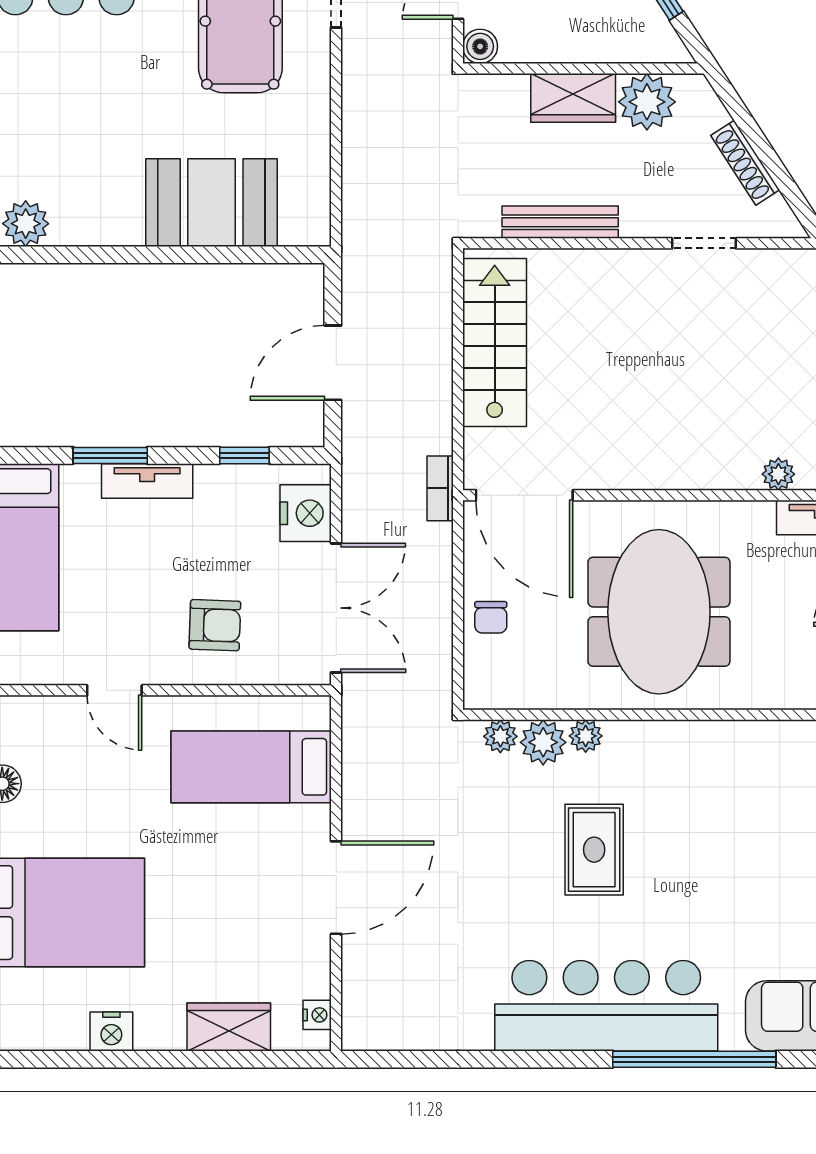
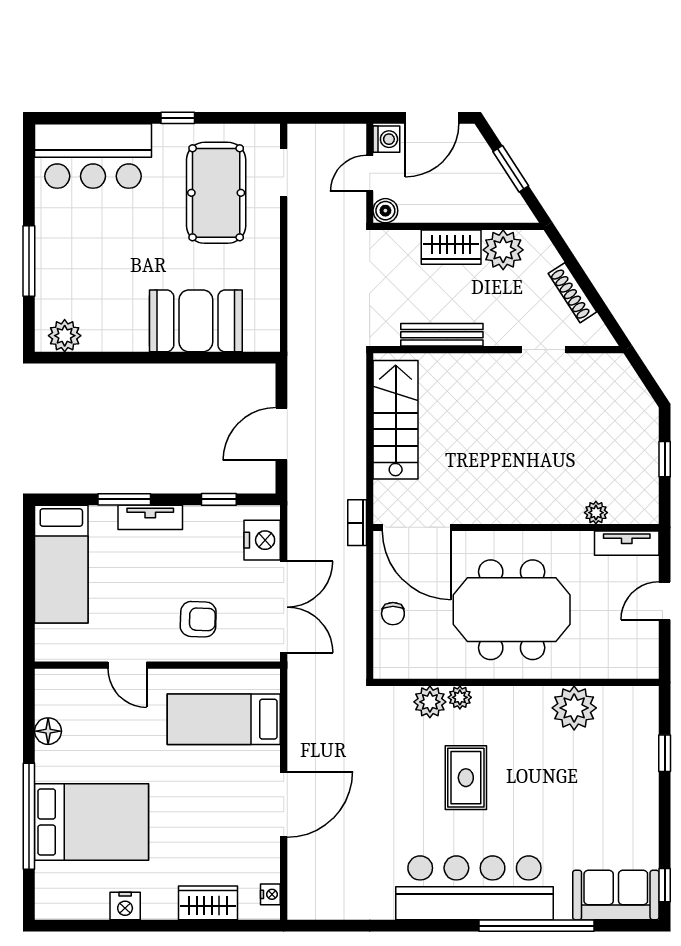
meeting table: (659, 612) -> (512, 610), turned 90
plant: (500, 736) -> (574, 708), moved, width x1.87, depth x1.87

